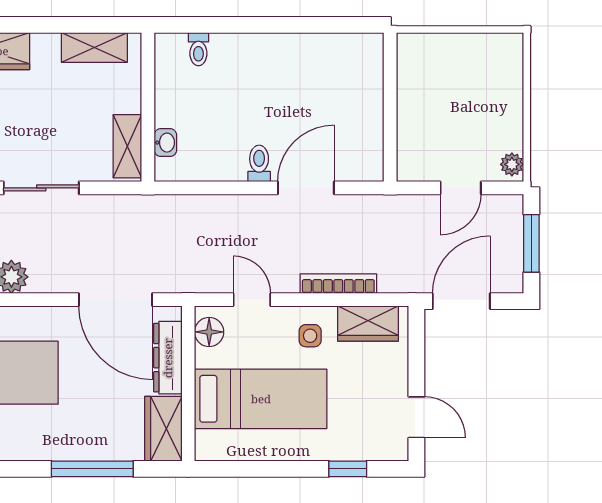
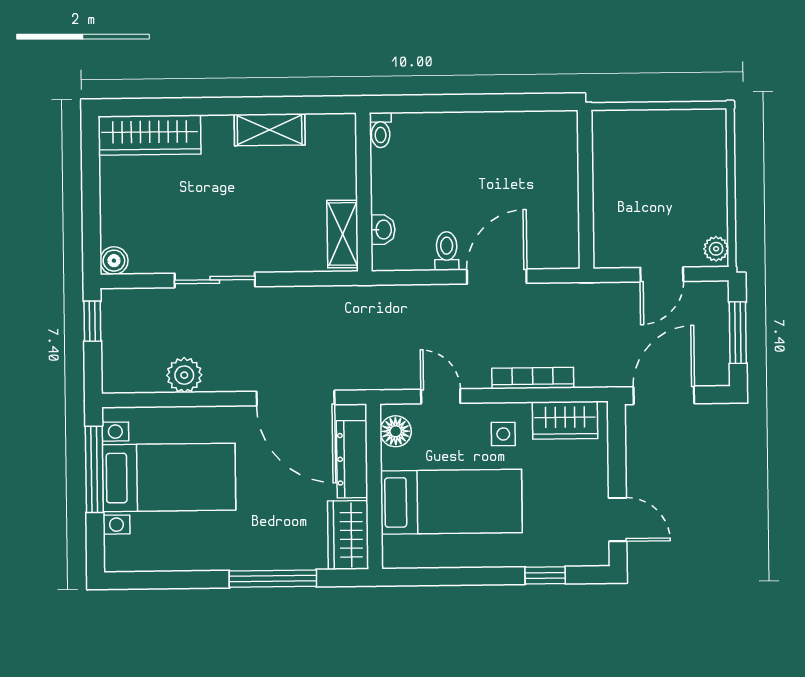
wall: (148, 107) -> (364, 192), moved
washbasin: (165, 143) -> (383, 230), moved
shelving: (127, 146) -> (343, 234), moved

